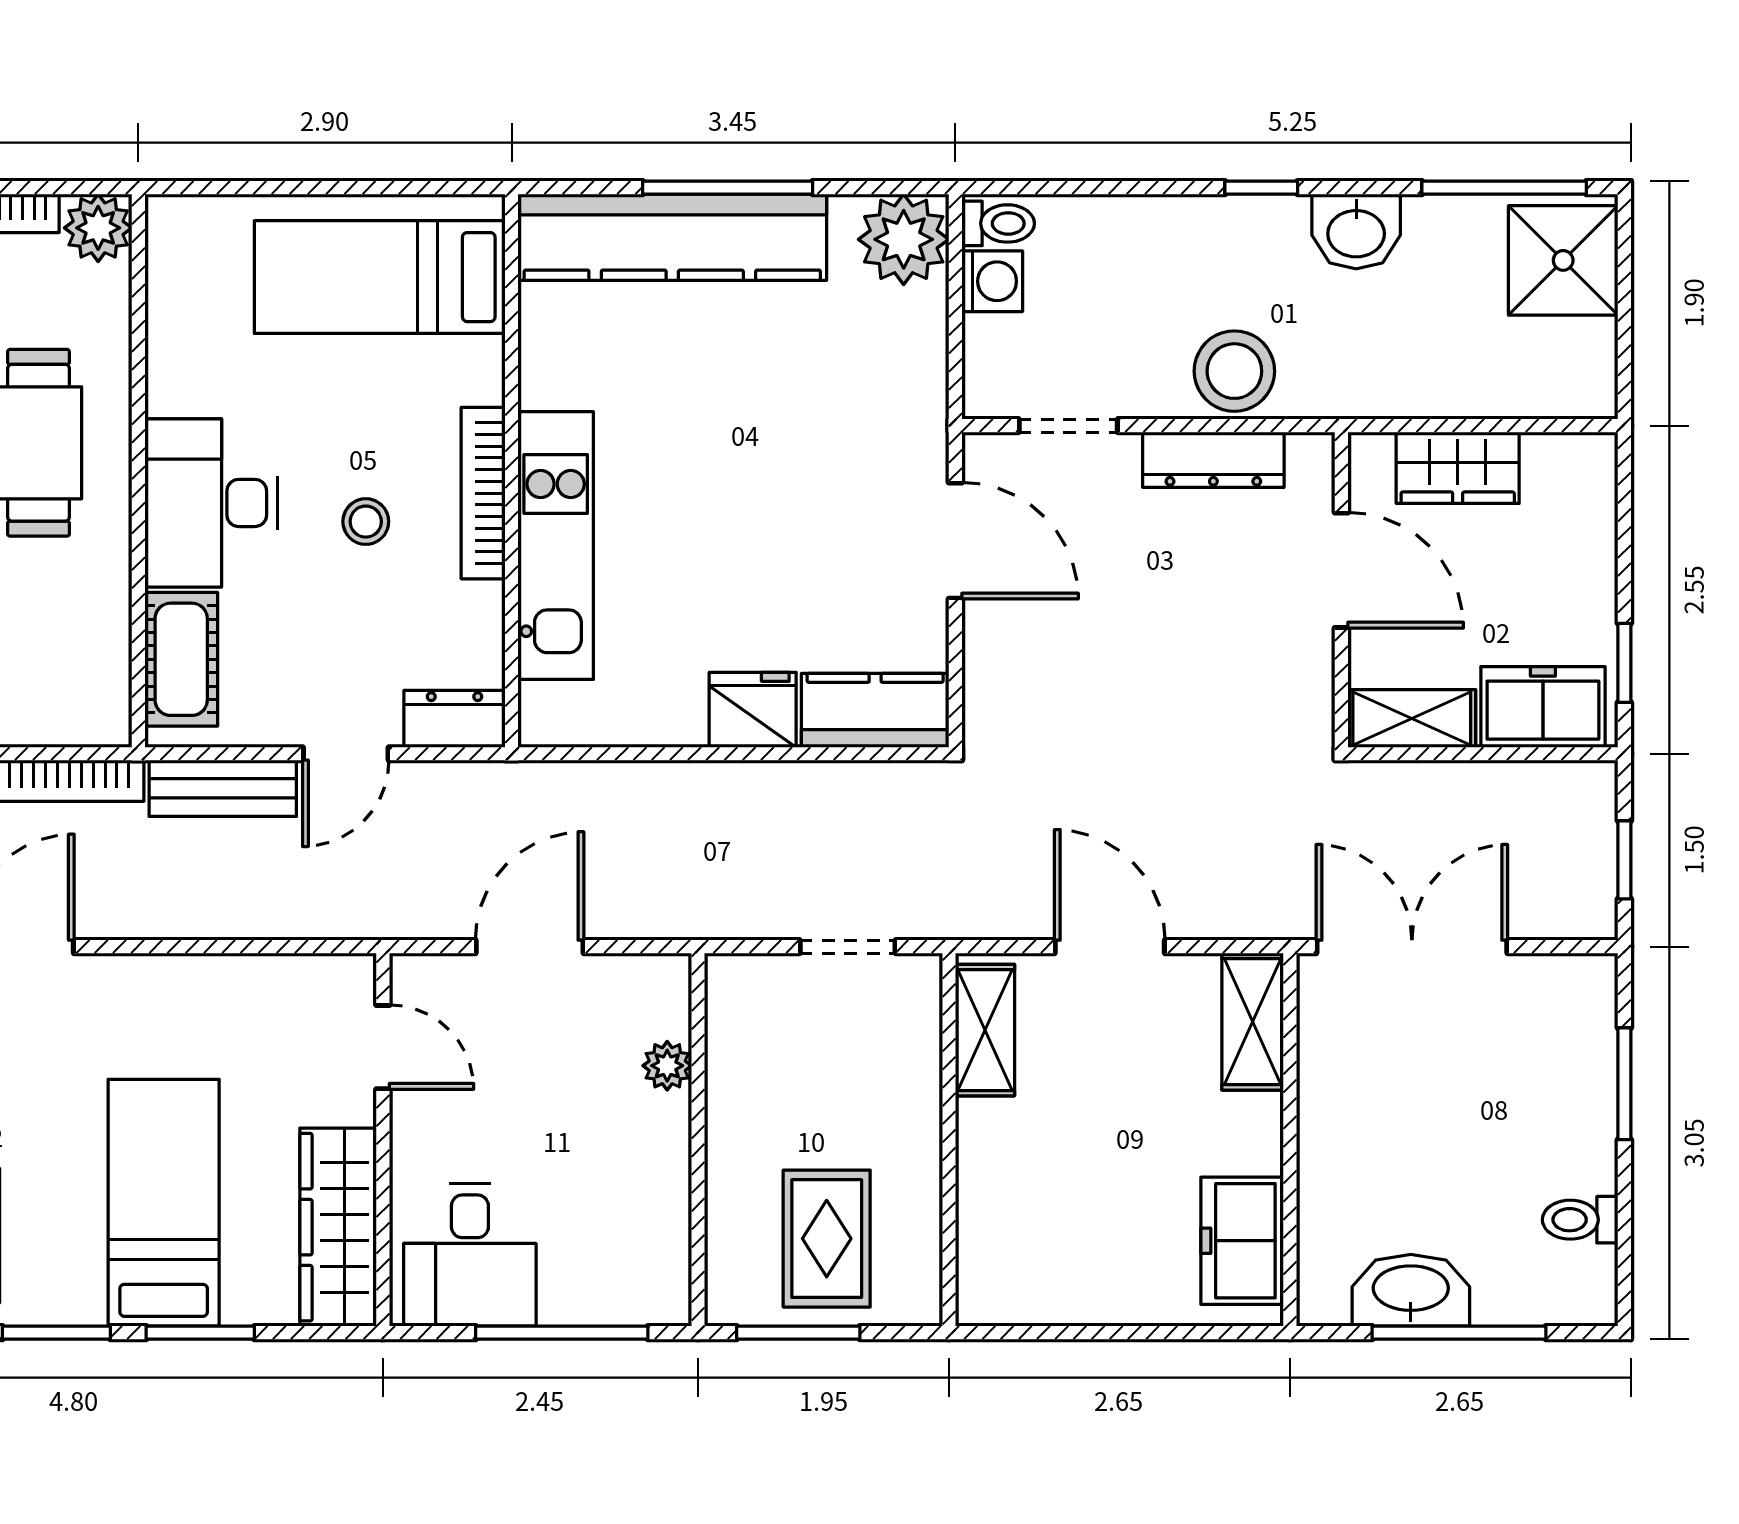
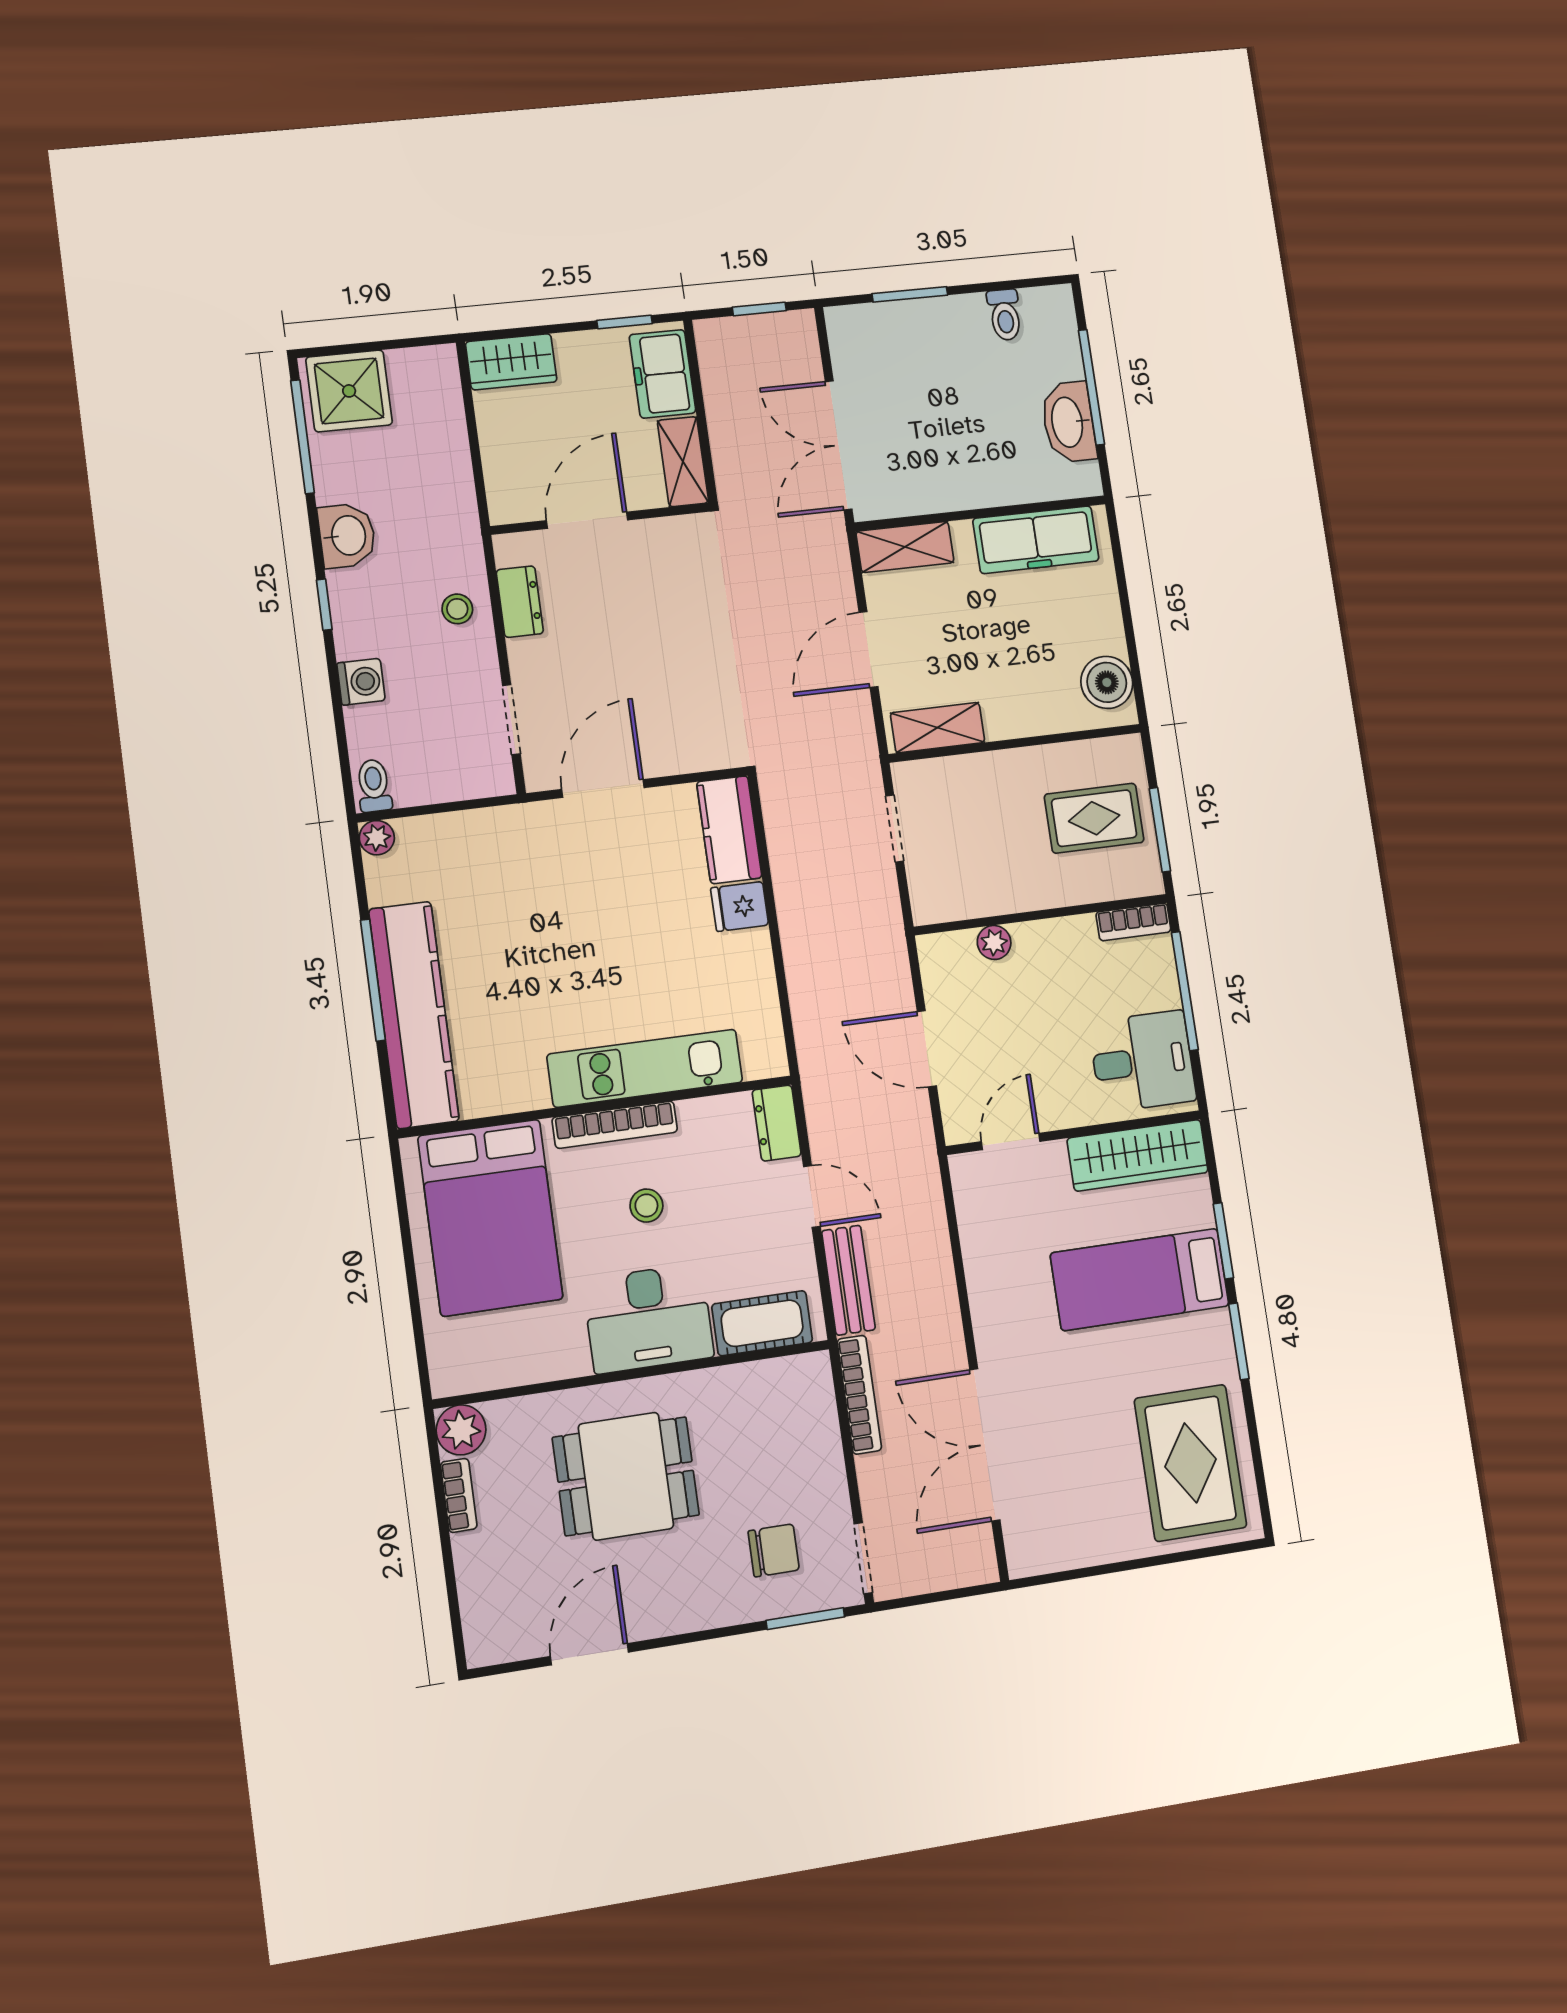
plant: (904, 239) -> (377, 838), width x0.53, depth x0.53
bed: (380, 277) -> (490, 1217), width x1.50
washing machine: (992, 281) -> (361, 682), moved, turned 90
stool: (1234, 371) -> (457, 609), width x0.53, depth x0.53
dresser: (1213, 460) -> (520, 602), width x0.70
wardrobe: (1458, 468) -> (511, 362), moved, turned 90
fridge: (753, 710) -> (740, 906), width x0.72
freezer: (1242, 1241) -> (1036, 540), width x1.40
bookcase: (670, 1273) -> (1133, 922), added
boiler: (1021, 1288) -> (1107, 682), added

